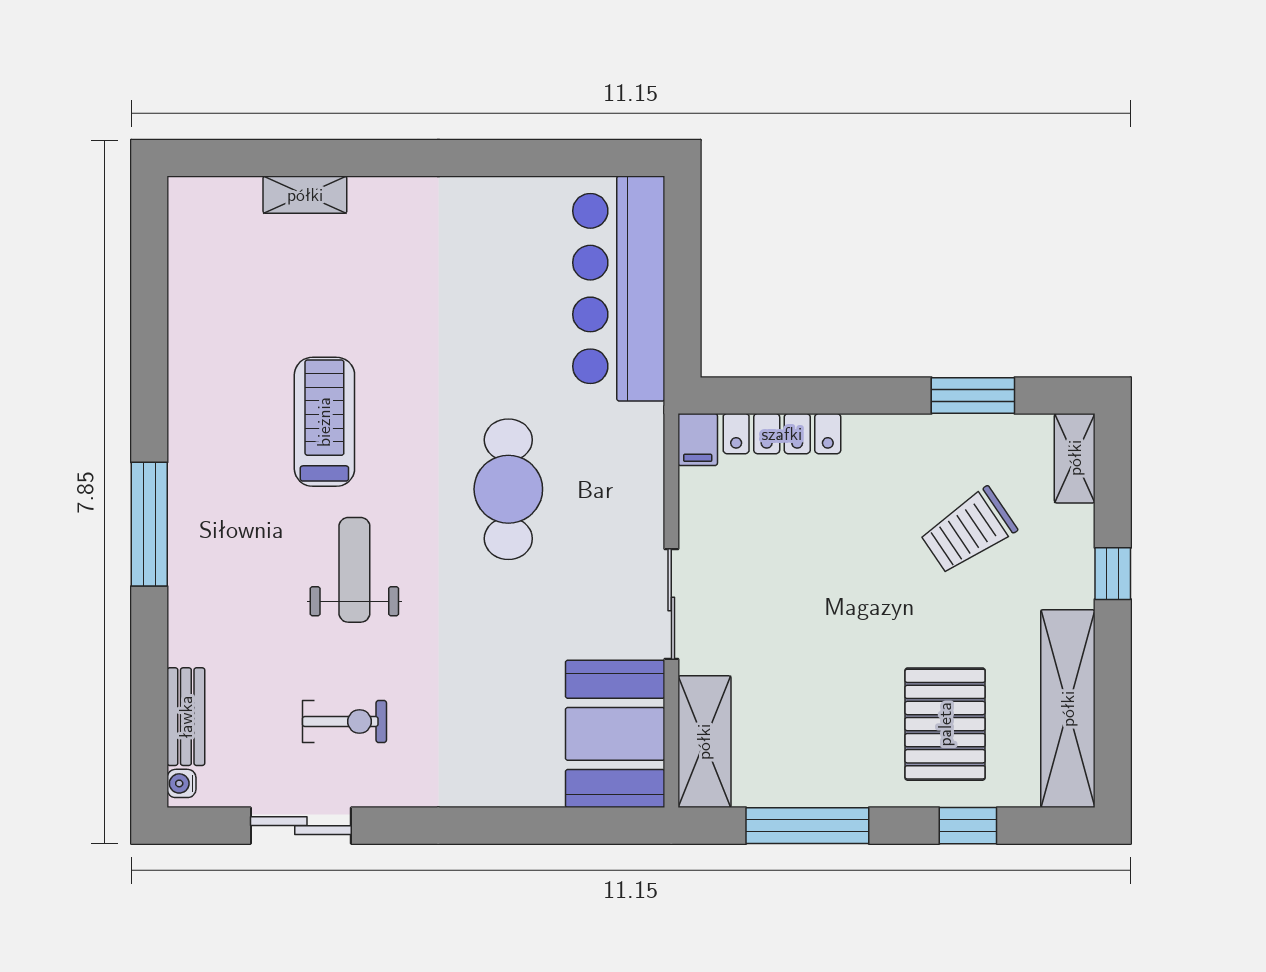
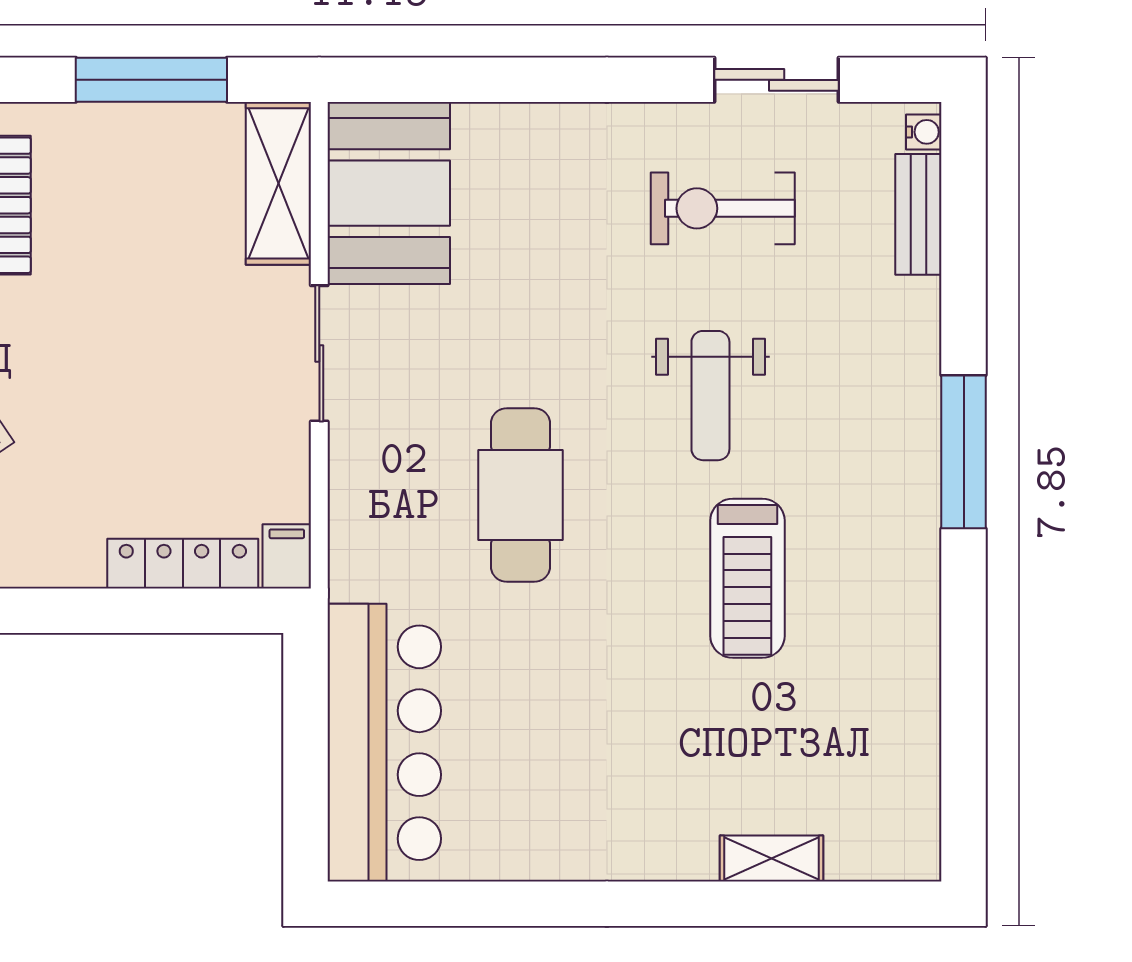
exercise bike: (344, 722) -> (723, 208), width x1.38, depth x1.39

